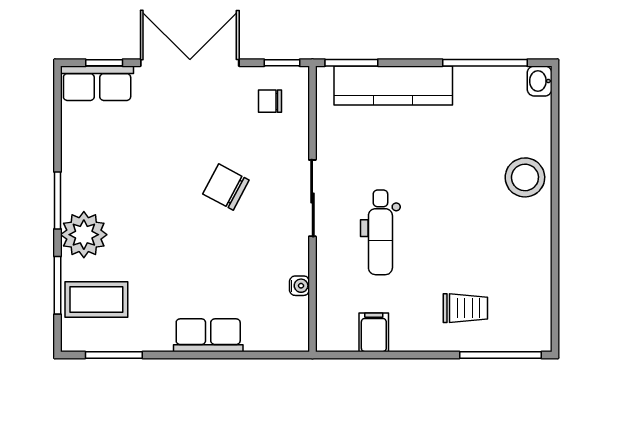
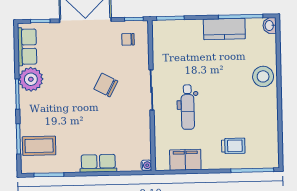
row of seats: (97, 83) -> (27, 47), moved, turned -90
kitchen counter: (393, 86) -> (224, 29), moved, width x0.67
plant: (84, 235) -> (31, 79), moved
water cooler: (299, 286) -> (146, 165), moved
filing cabinet: (374, 332) -> (185, 160), width x2.00

